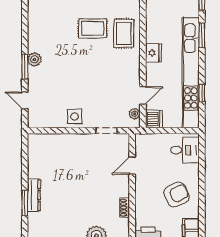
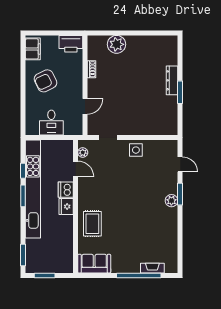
rug: (93, 28) -> (120, 228), removed
window: (202, 35) -> (23, 196), moved
door: (143, 95) -> (75, 169), swing flipped
dishwasher: (154, 119) -> (66, 190), moved
desk: (185, 150) -> (51, 123), moved, turned -90
window: (25, 203) -> (180, 92), moved

